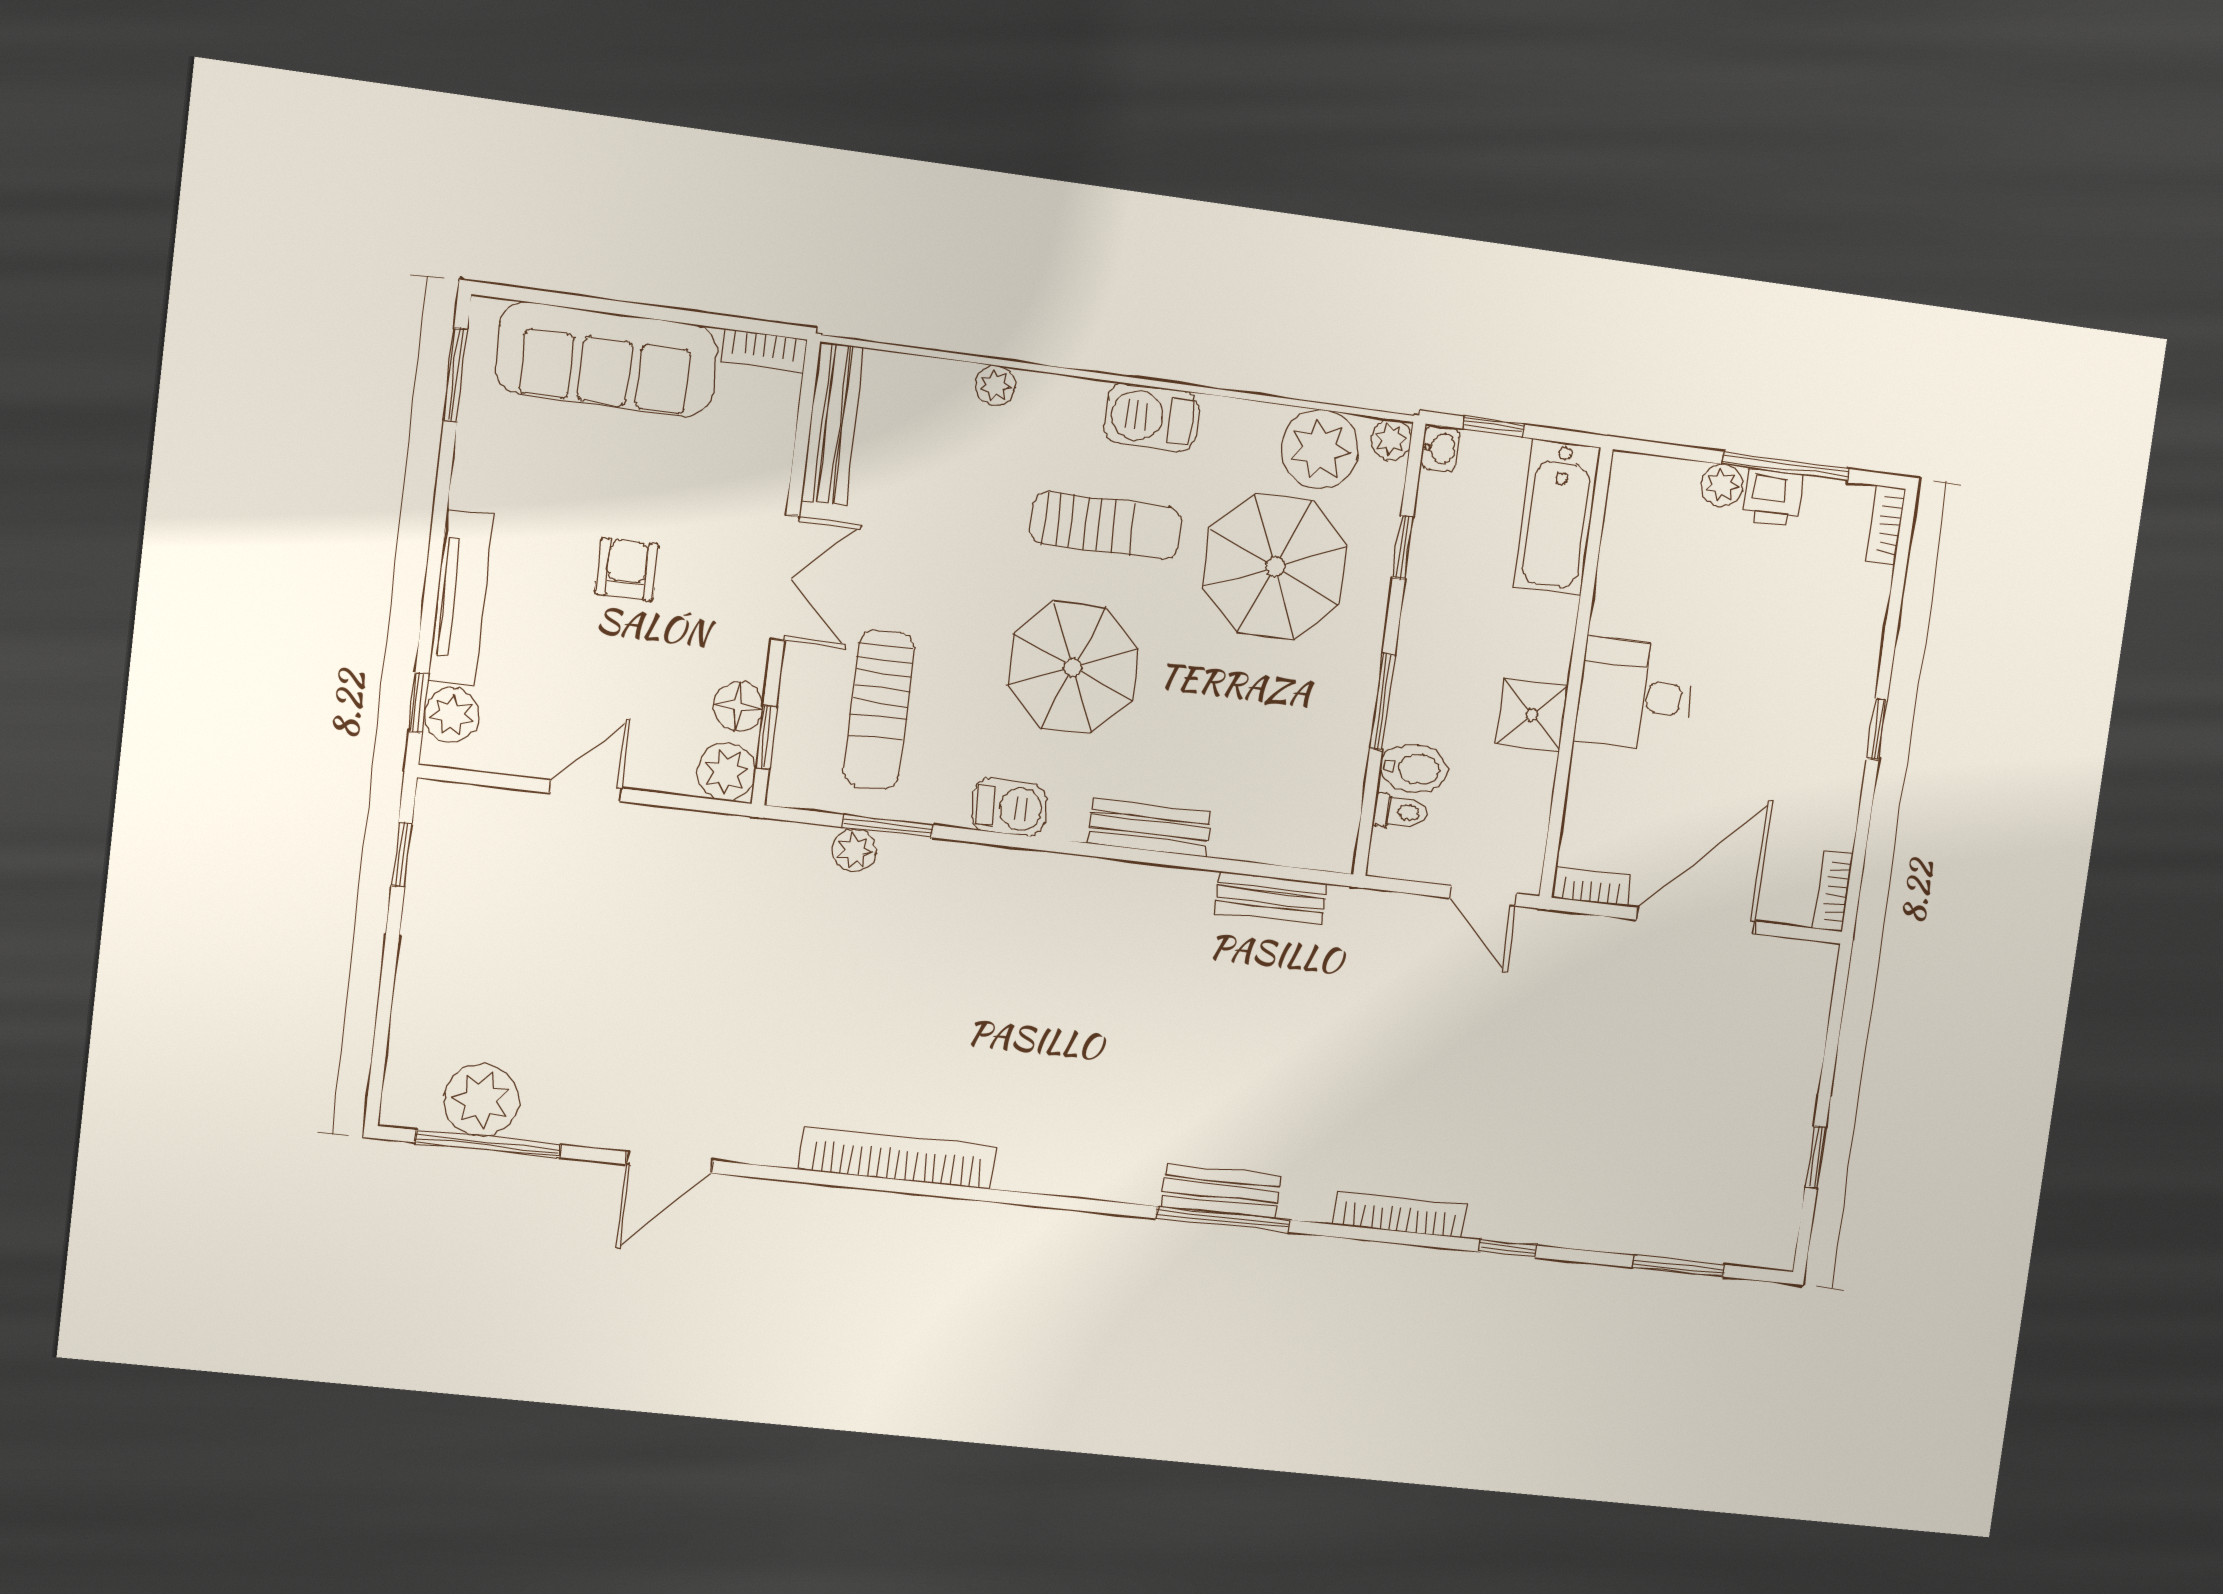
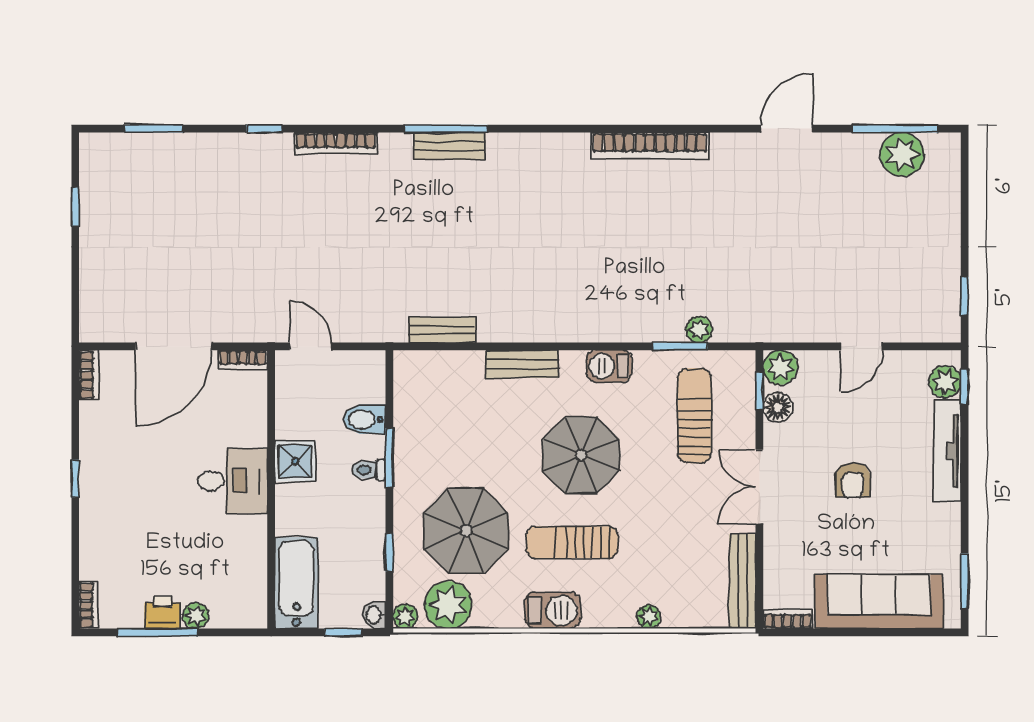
toilet: (1401, 812) -> (369, 470), moved

